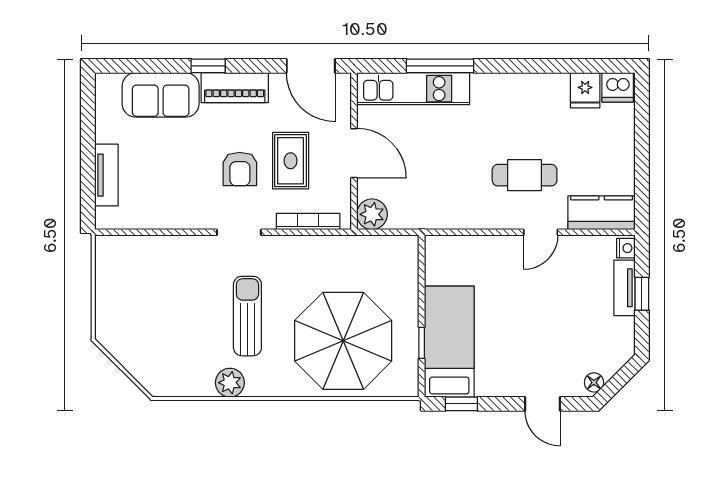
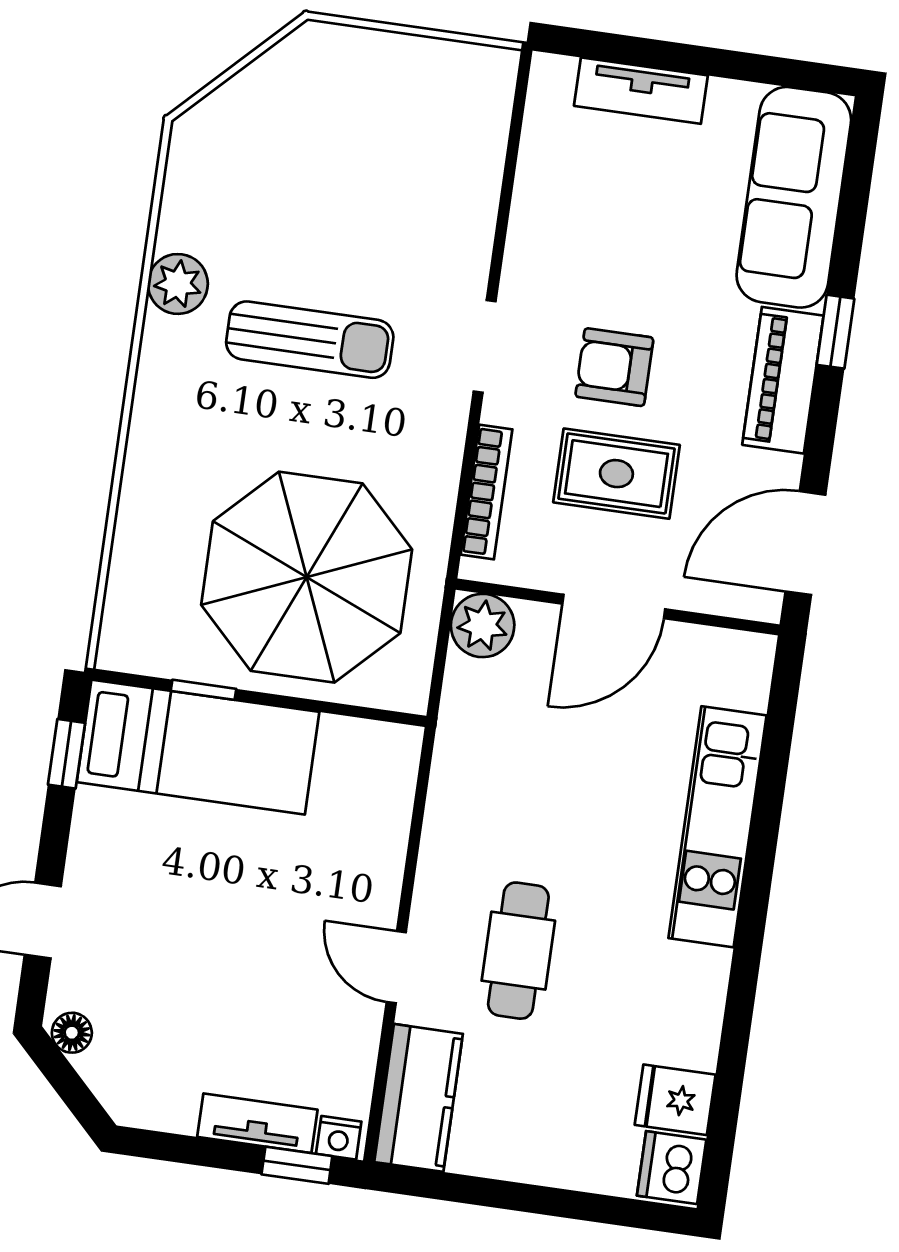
window: (440, 66) -> (768, 809), removed
kitchen unit: (413, 89) -> (717, 827), moved
sofa: (161, 95) -> (794, 197), width x1.36
window: (642, 294) -> (297, 1165), moved
parasol: (343, 341) -> (307, 577), moved

